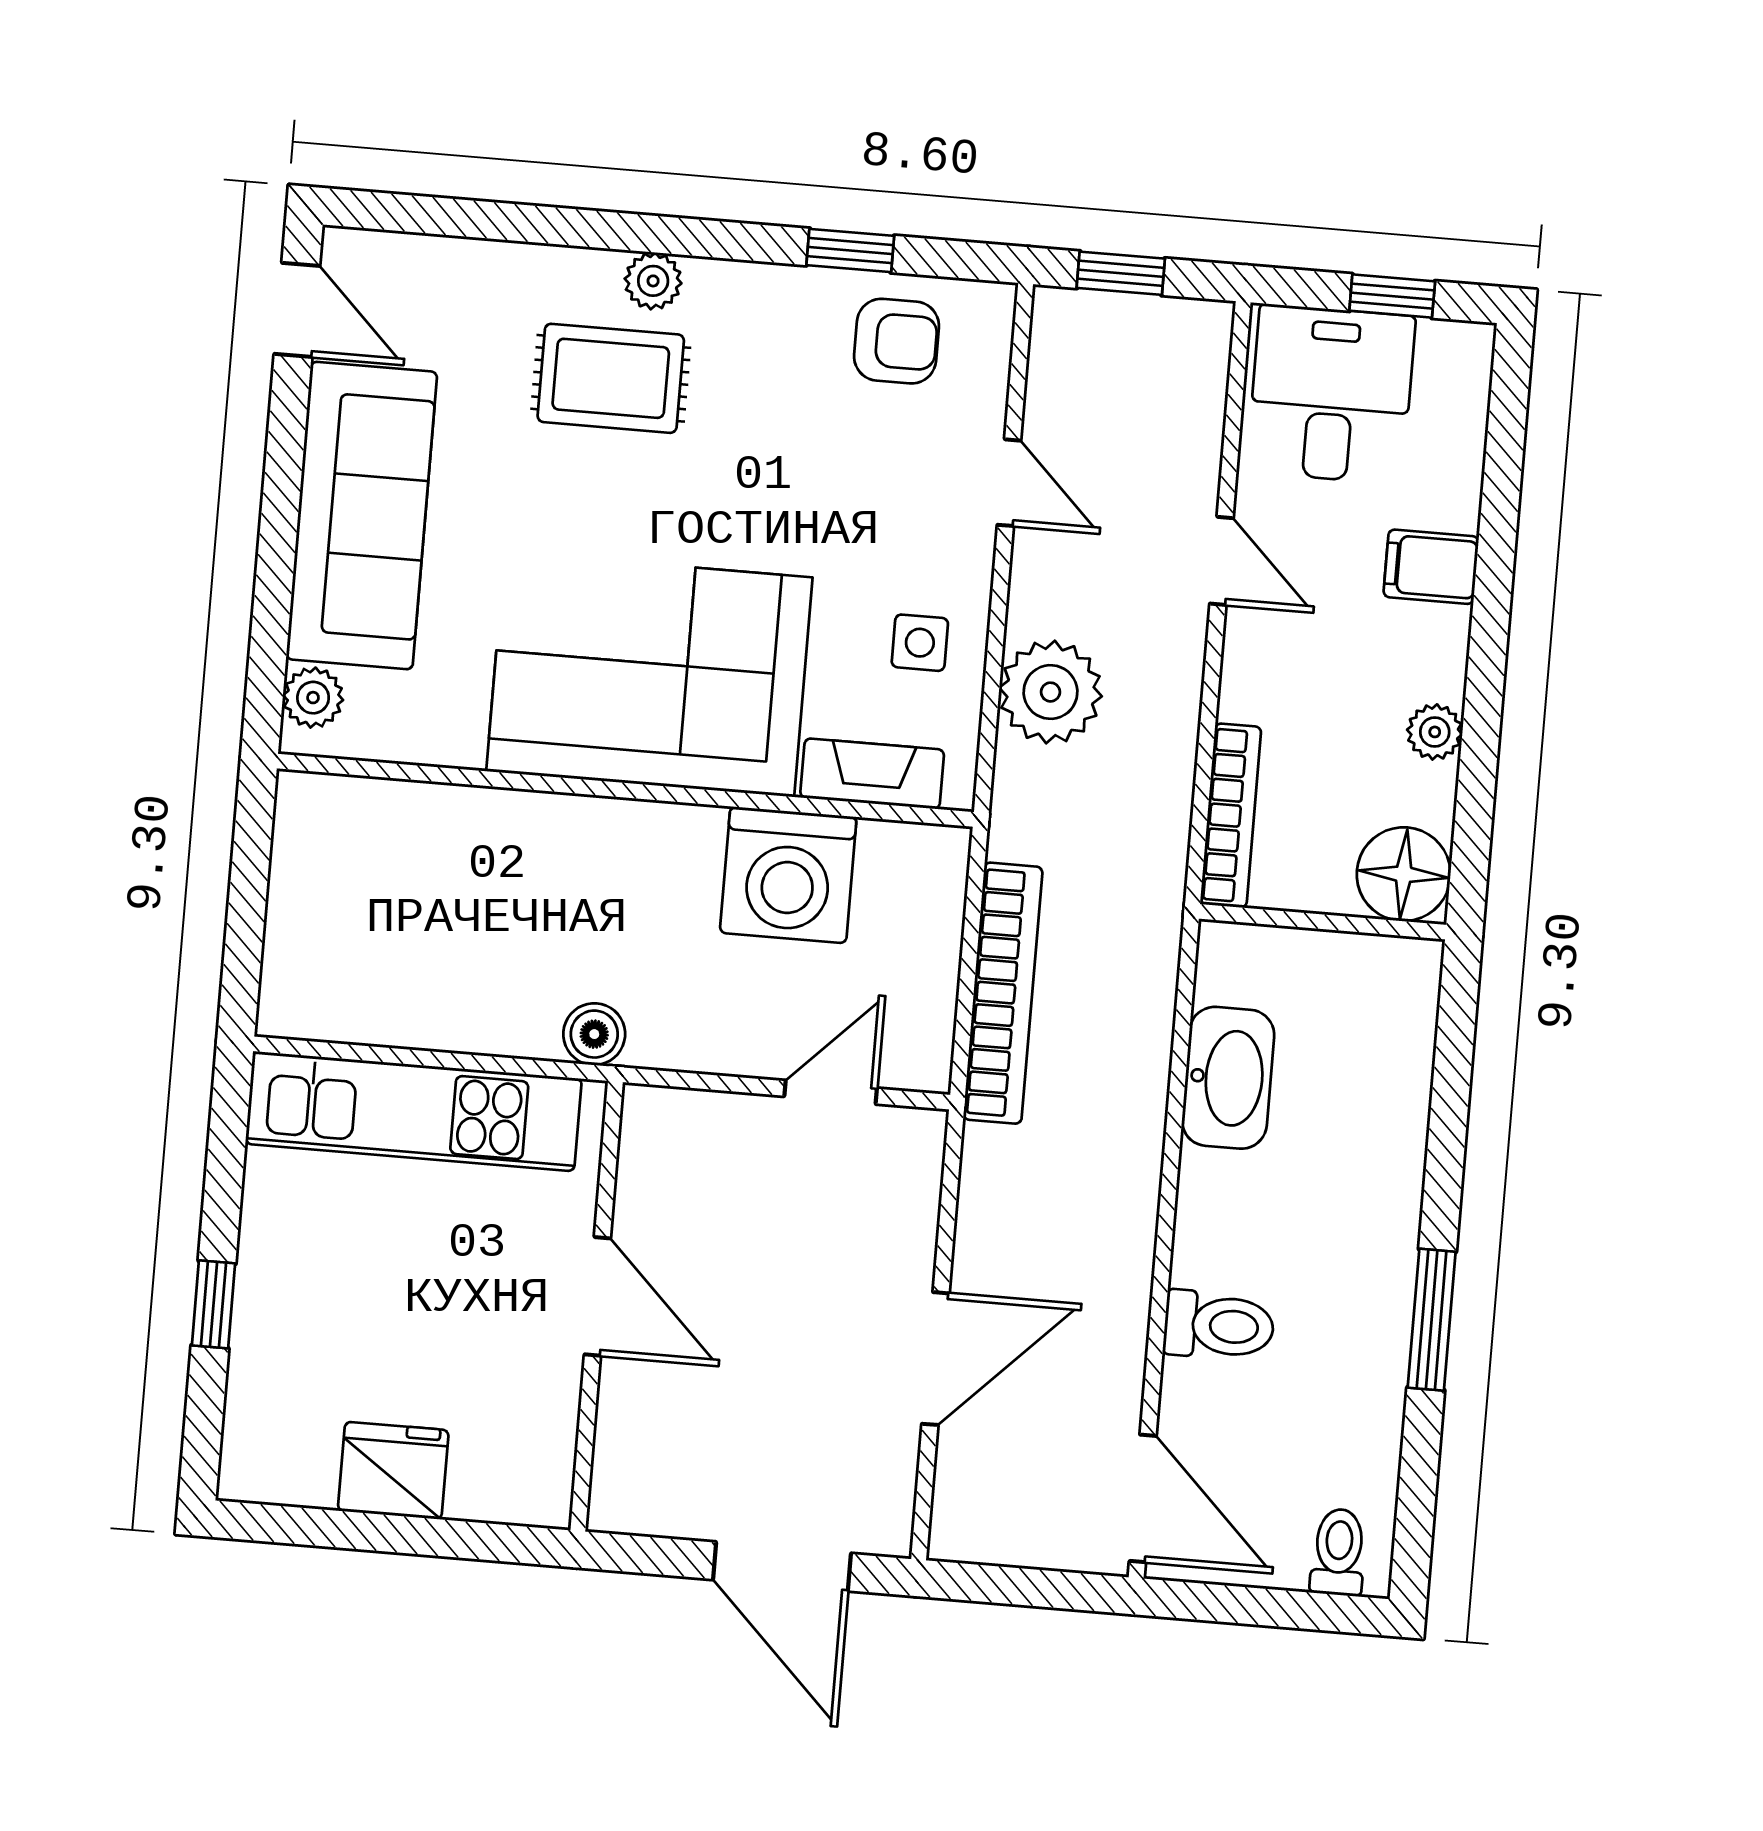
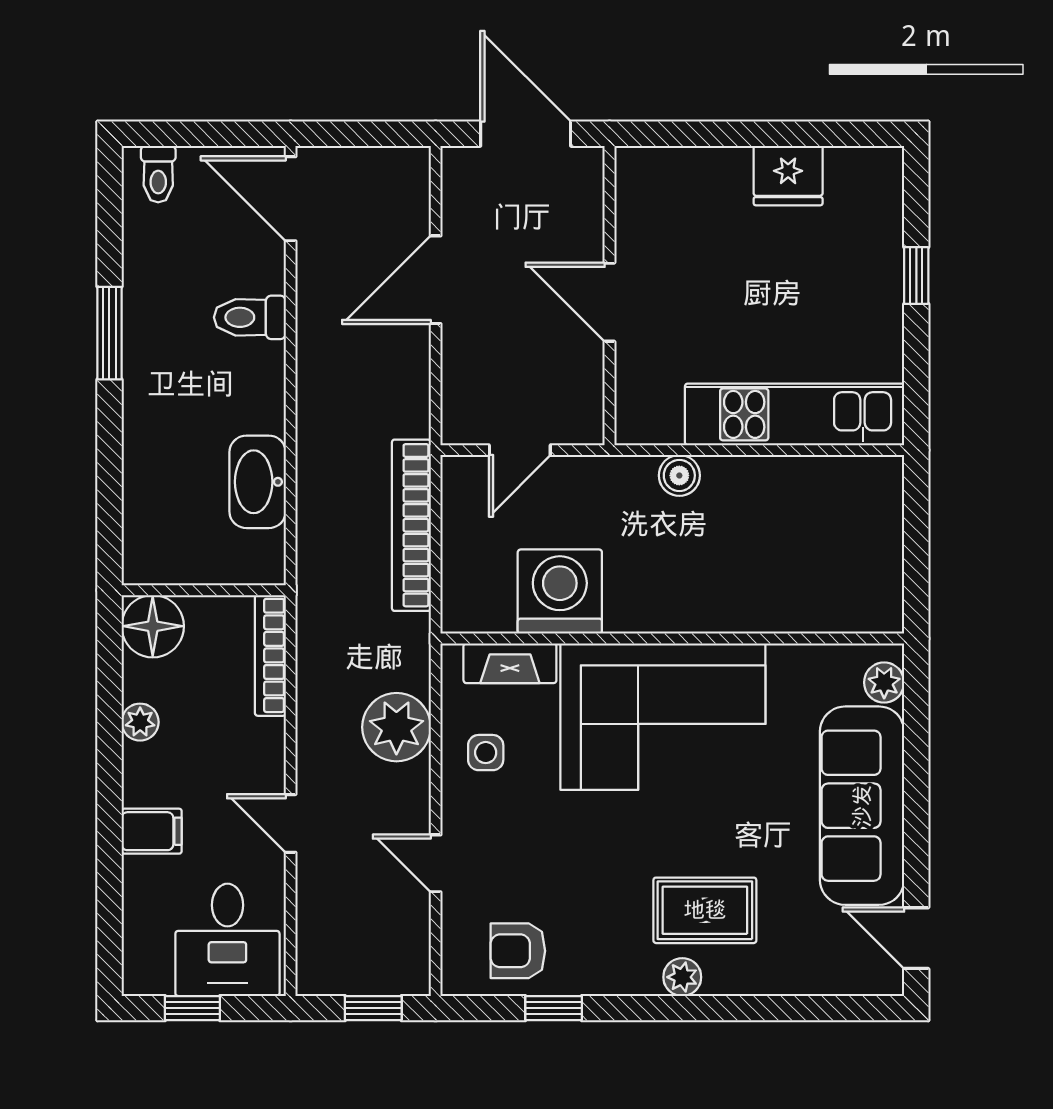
door: (597, 1296) -> (609, 302), moved
wall: (597, 1306) -> (609, 296), moved

